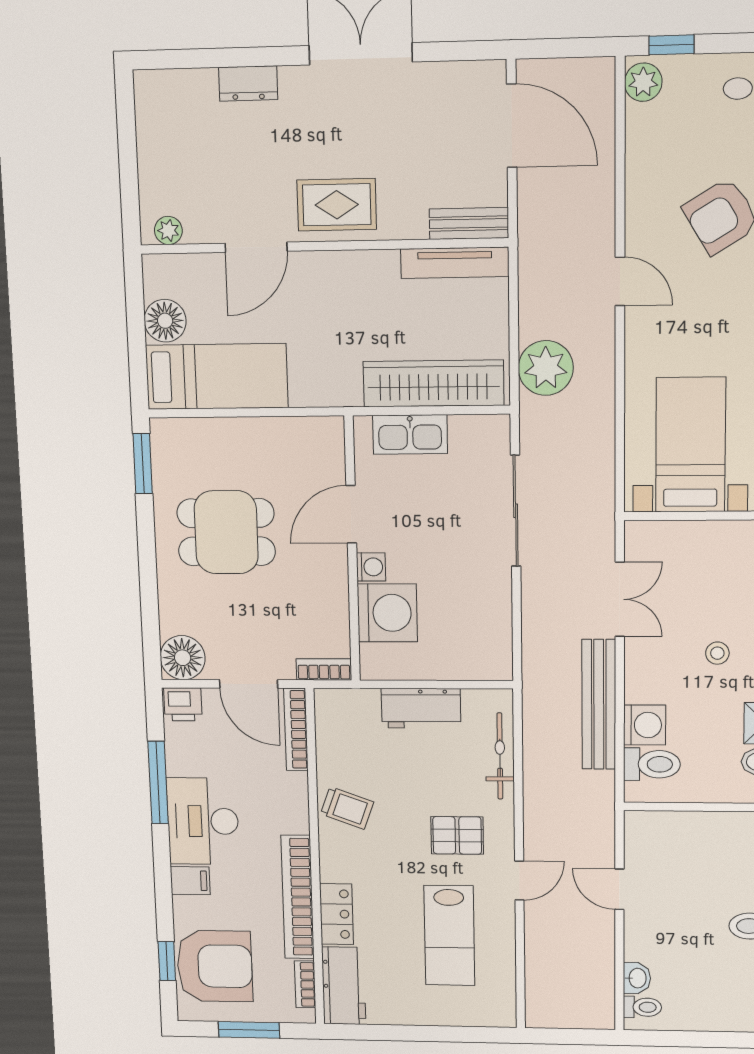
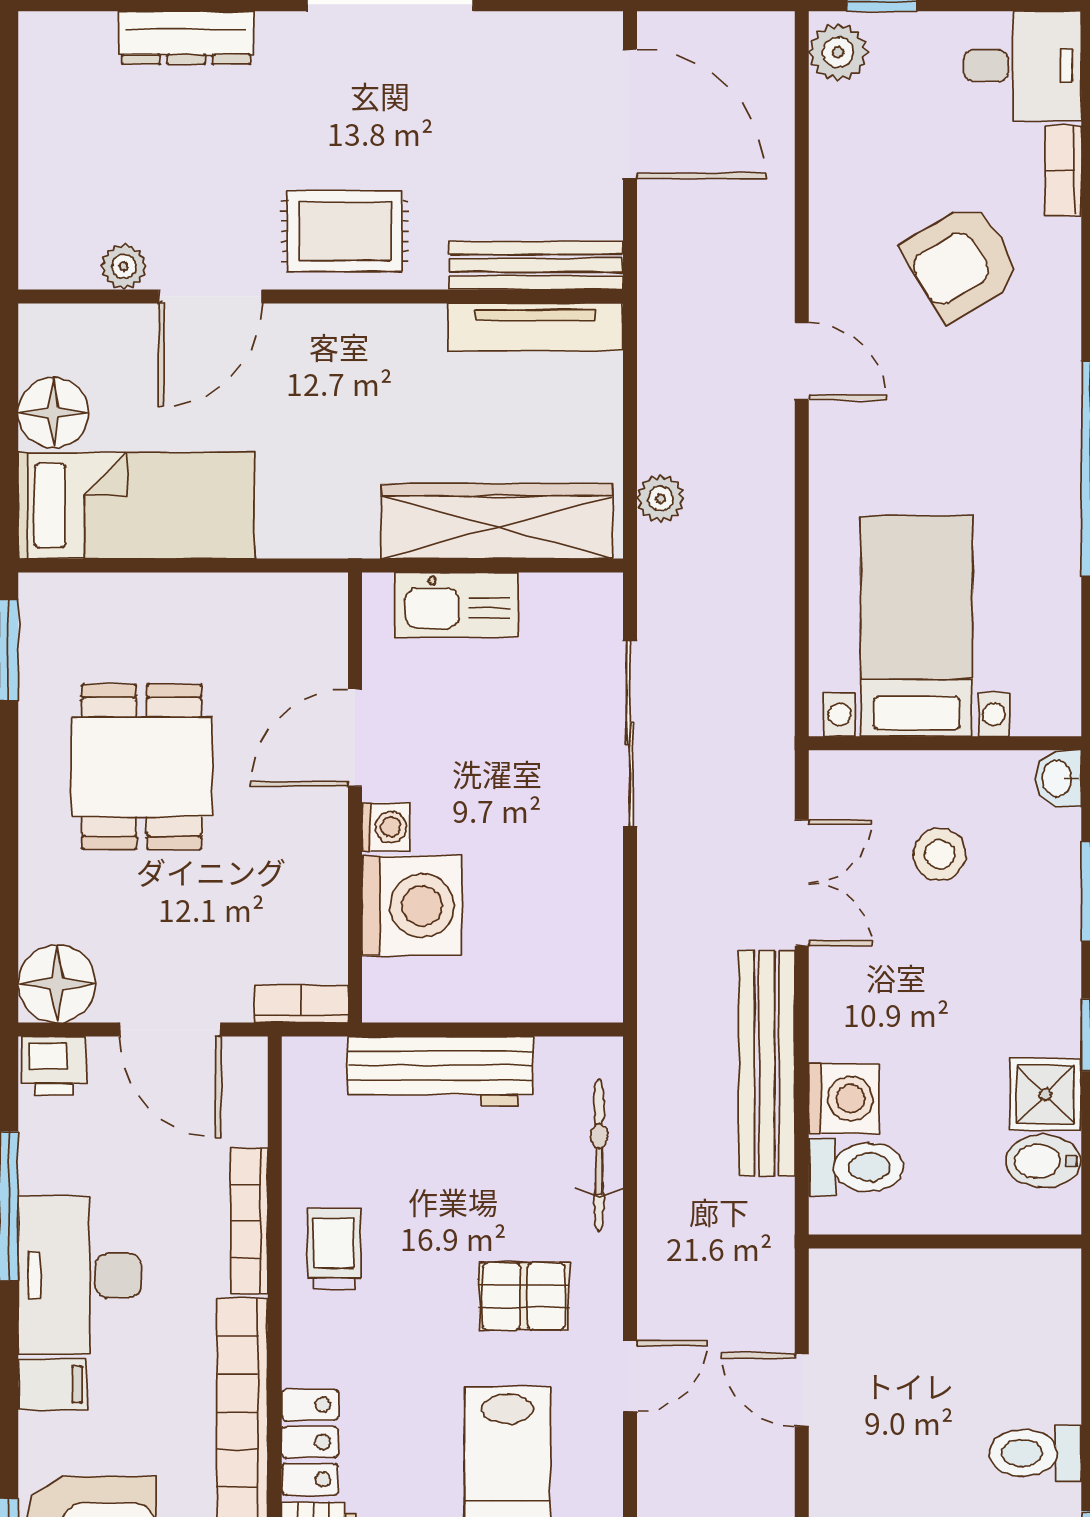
dresser: (248, 83) -> (186, 38), width x1.44
bench: (469, 223) -> (536, 265), width x1.36
plant: (168, 230) -> (124, 267), moved
plant: (546, 368) -> (661, 499), width x0.53, depth x0.53
dining table: (226, 532) -> (142, 767), turned 90
stool: (717, 653) -> (940, 854), moved, width x1.37, depth x1.37
workbench: (421, 708) -> (440, 1071), width x1.38
bookcase: (296, 729) -> (249, 1221), moved
trolley: (347, 808) -> (334, 1249), turned -110

